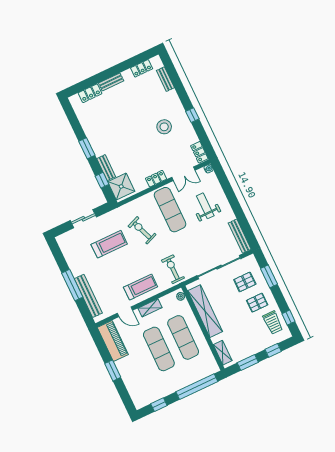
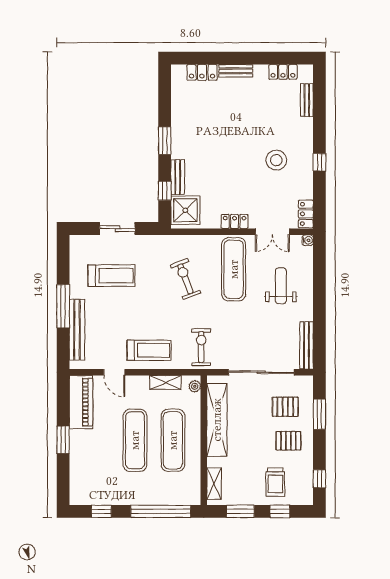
treadmill: (109, 244) -> (111, 276), moved
shelving: (150, 308) -> (165, 382), moved
trolley: (273, 322) -> (275, 482), moved

